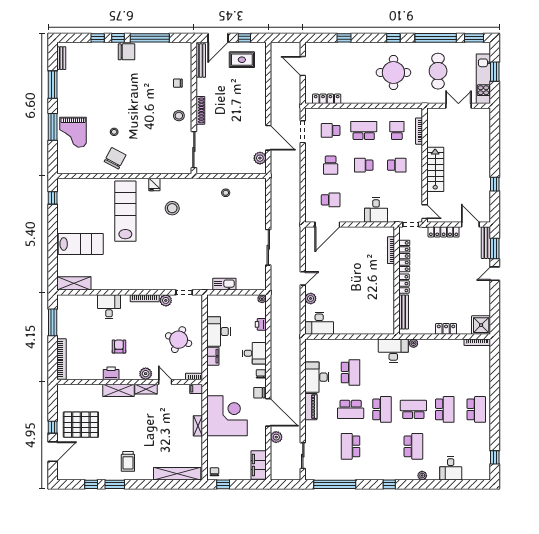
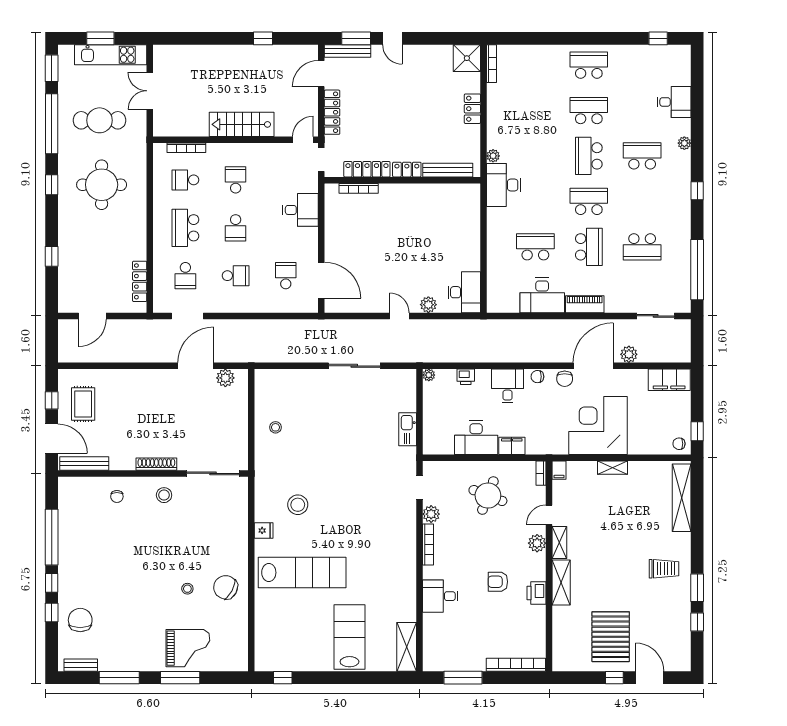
chair: (127, 52) -> (80, 620), moved
lab bench: (125, 211) -> (302, 573), turned 180

